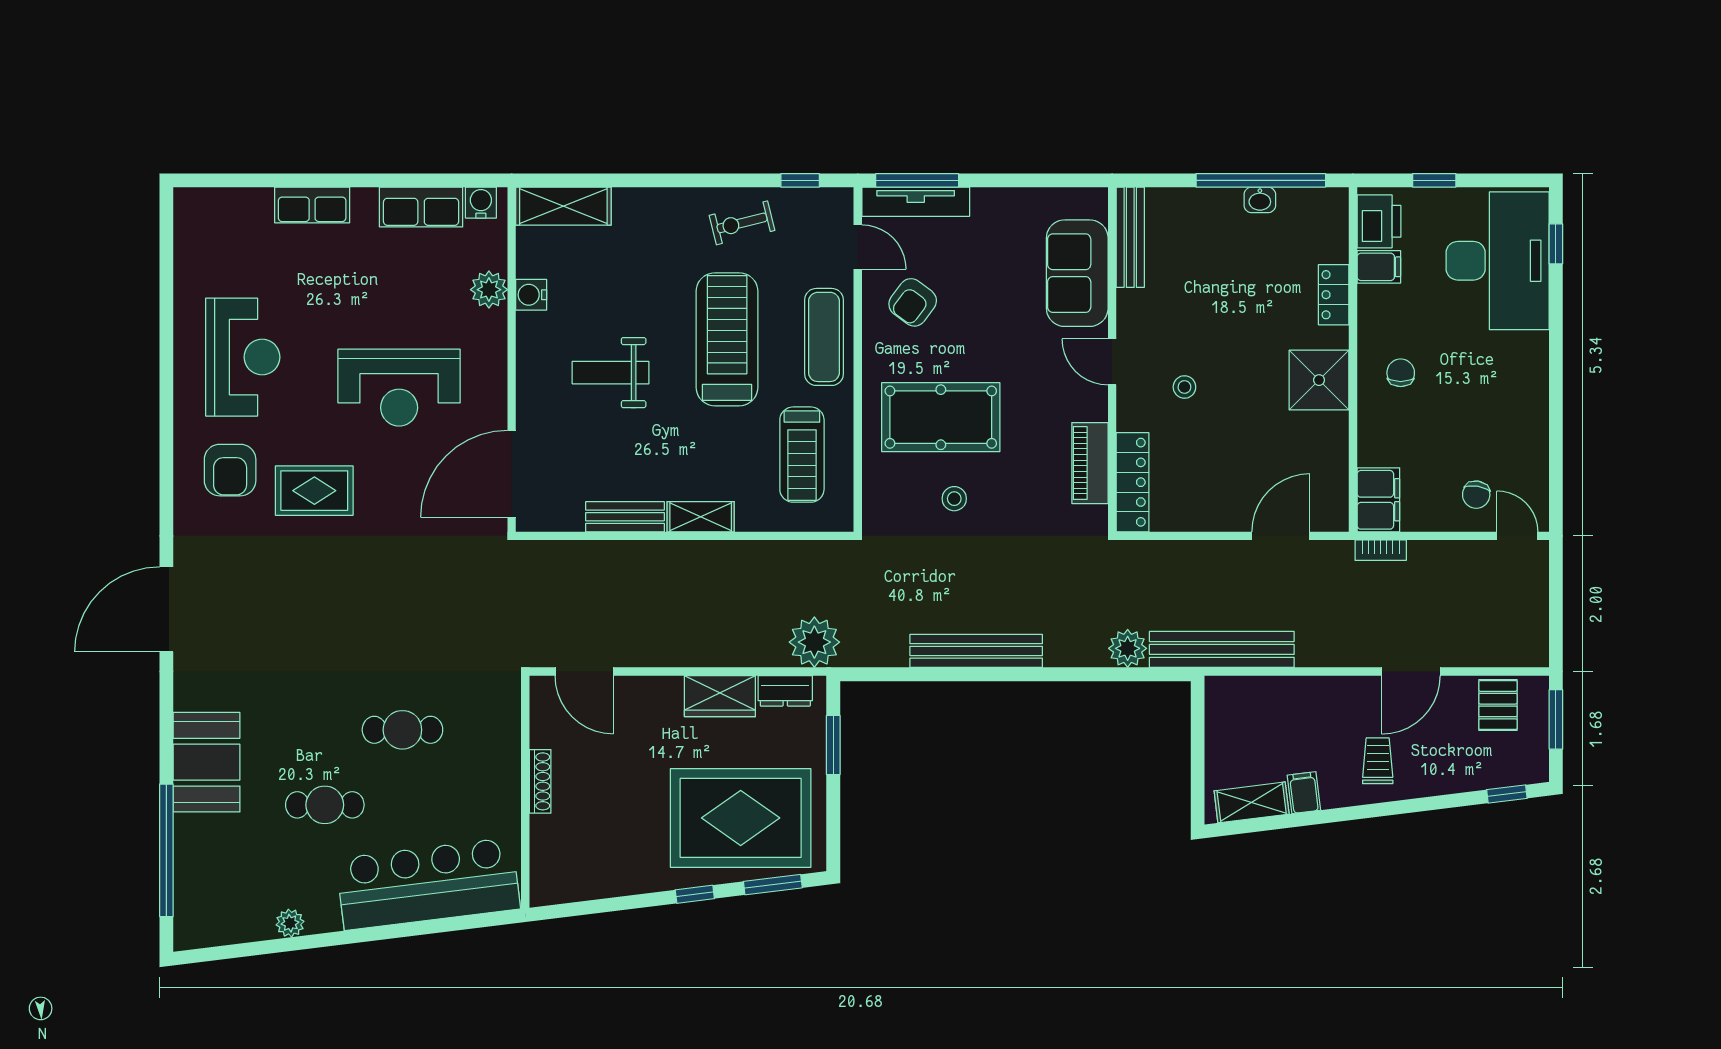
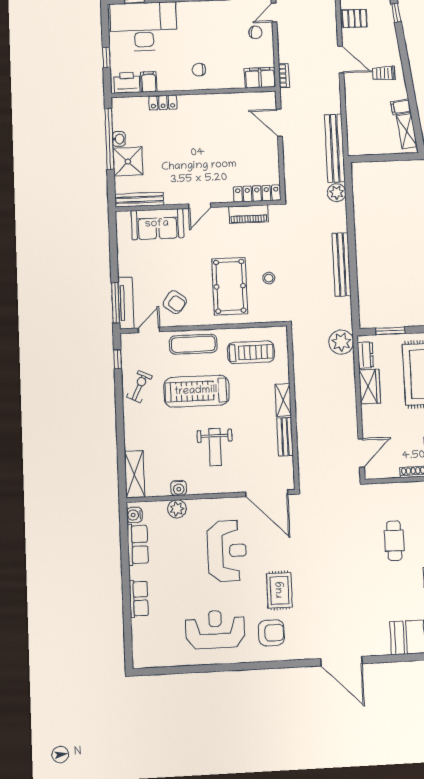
exercise bike: (742, 223) -> (139, 387), turned -140
shower: (1319, 380) -> (128, 162), moved
stool: (1184, 387) -> (210, 171), removed

